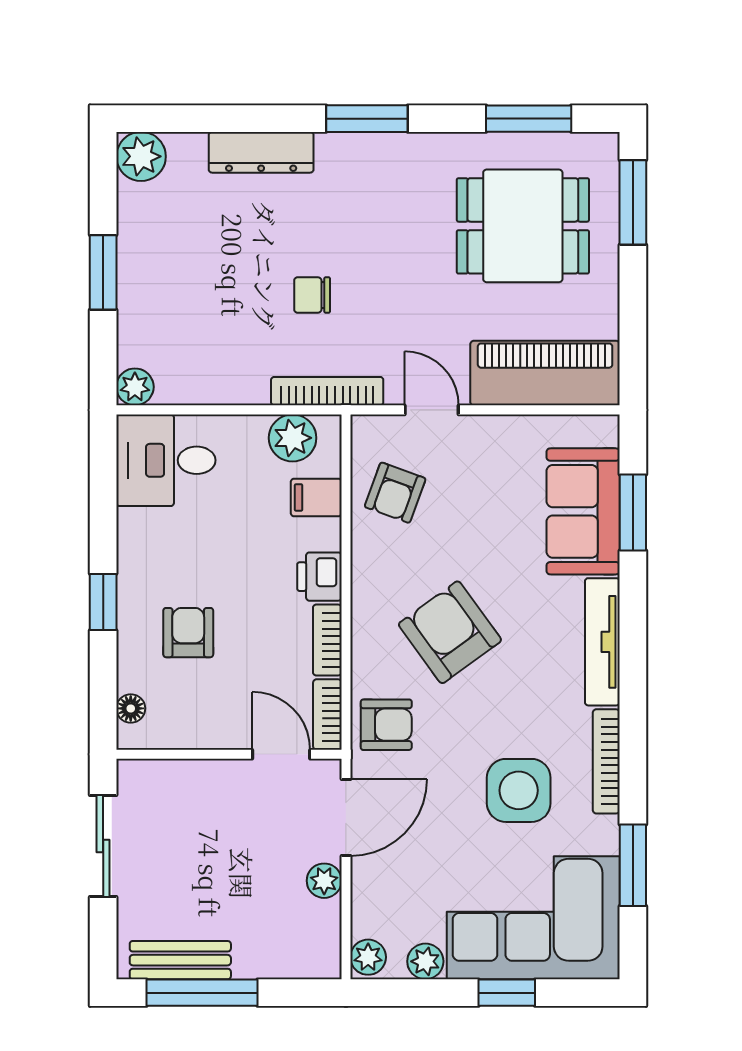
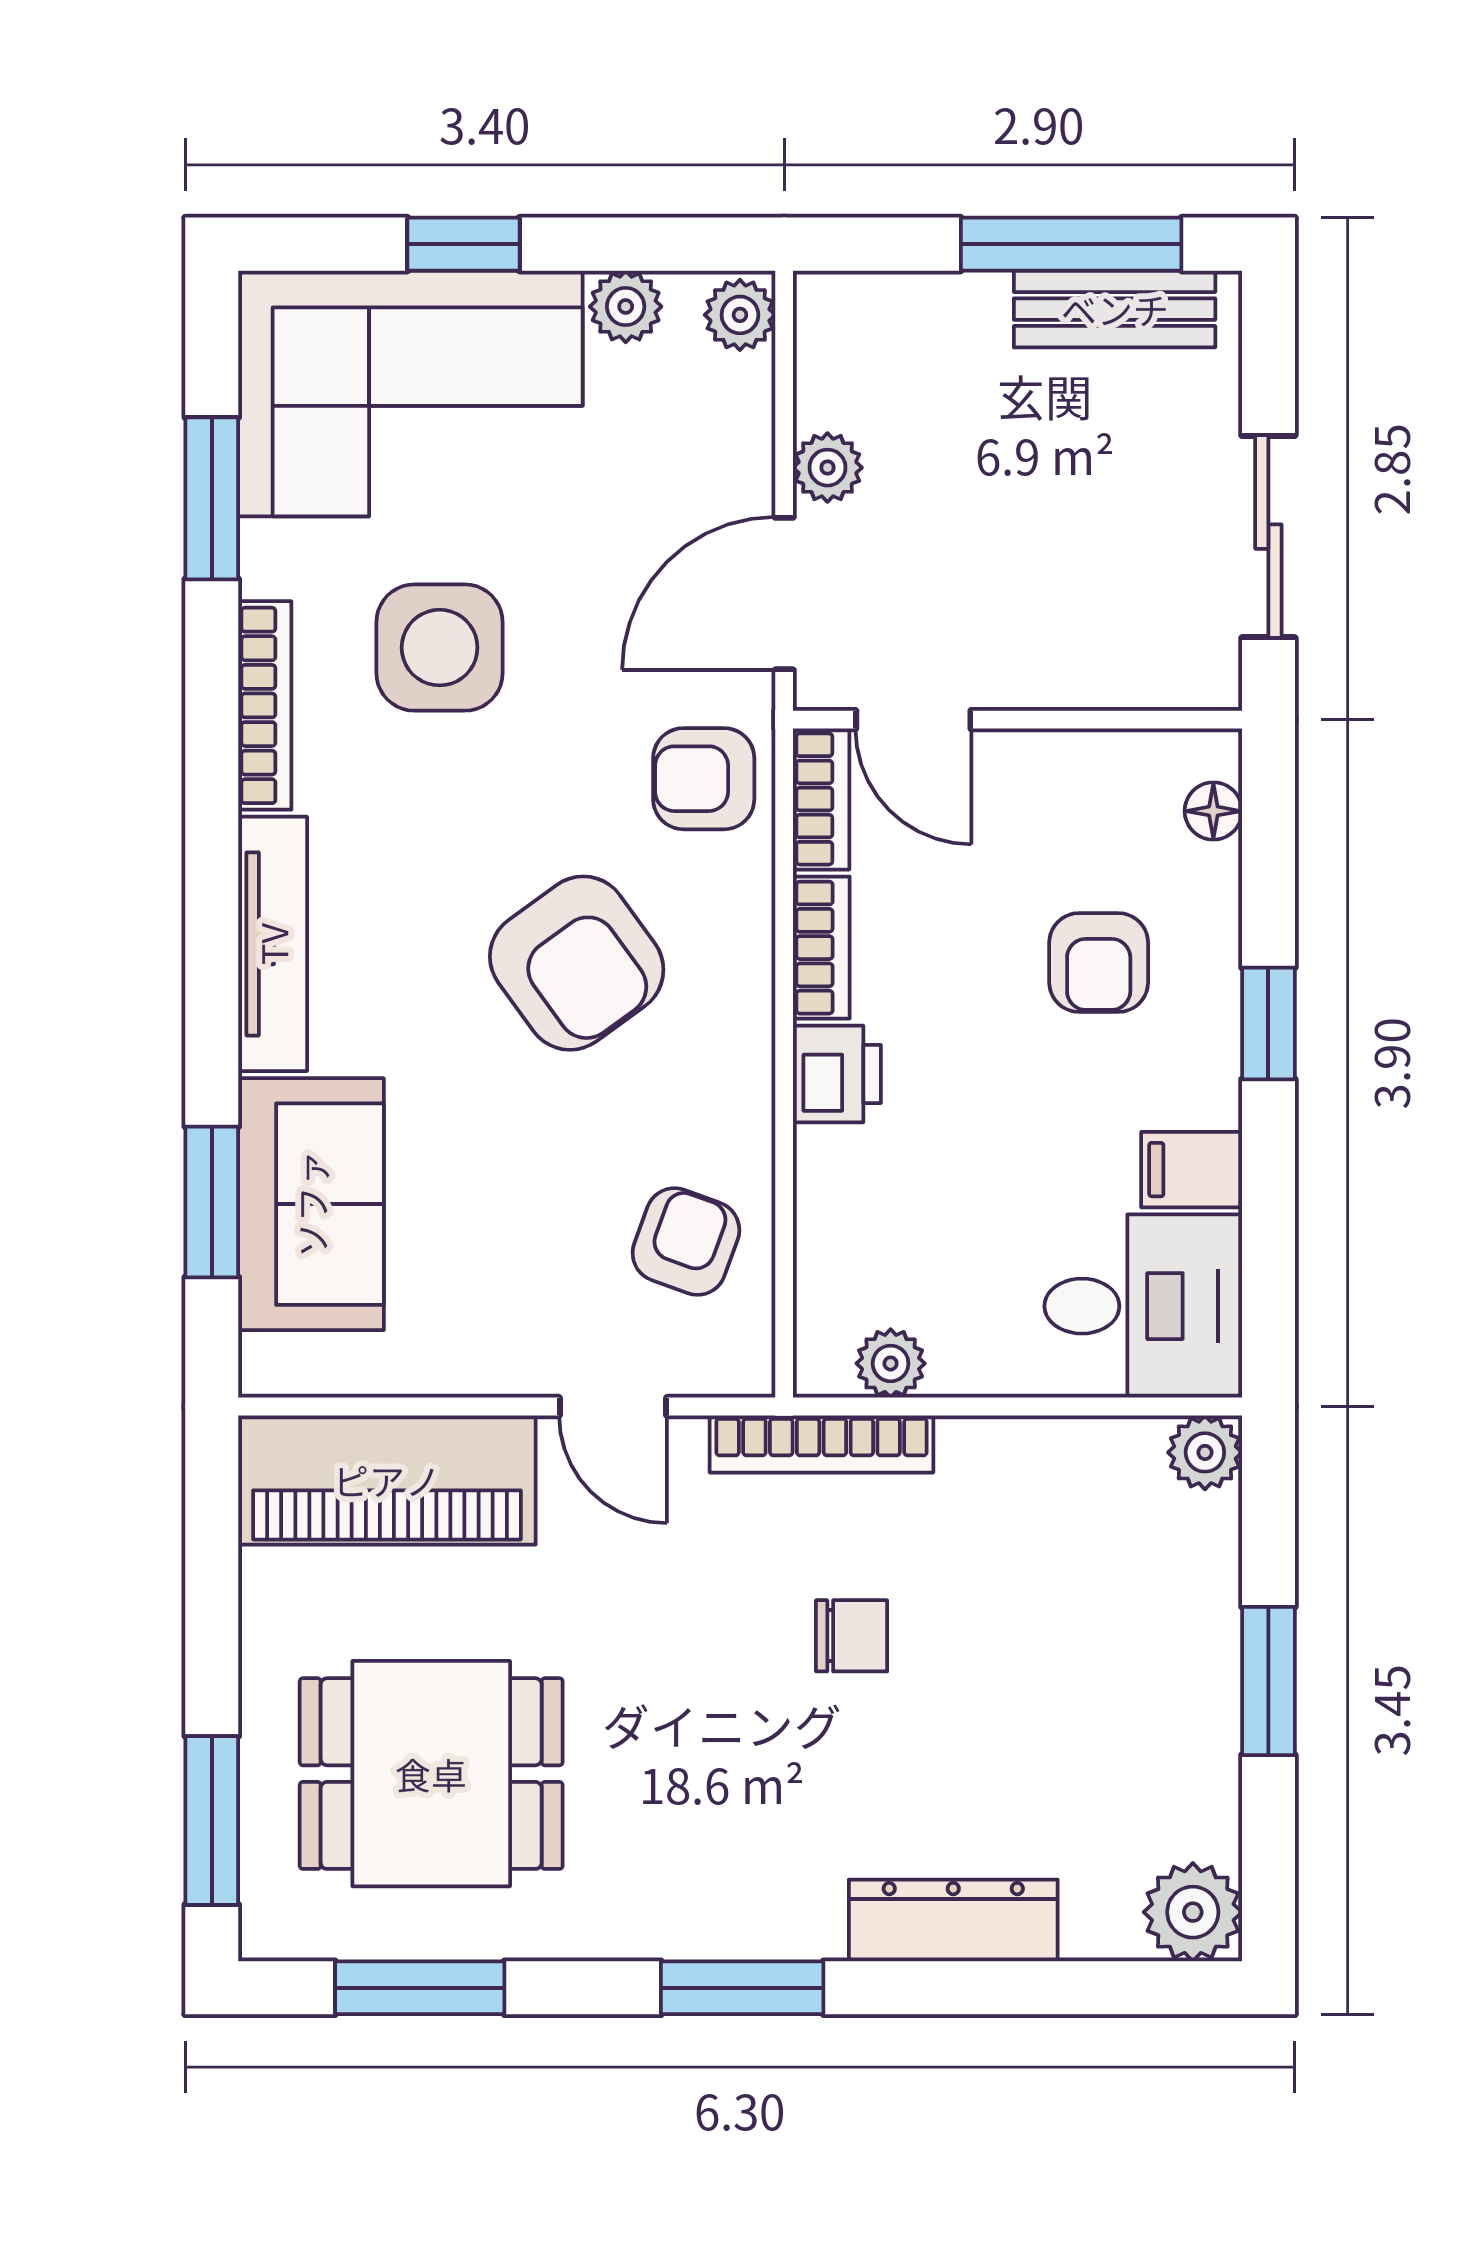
plant: (293, 438) -> (891, 1363), width x0.73, depth x0.73
filing cabinet: (316, 497) -> (1192, 1170), moved, turned 180

